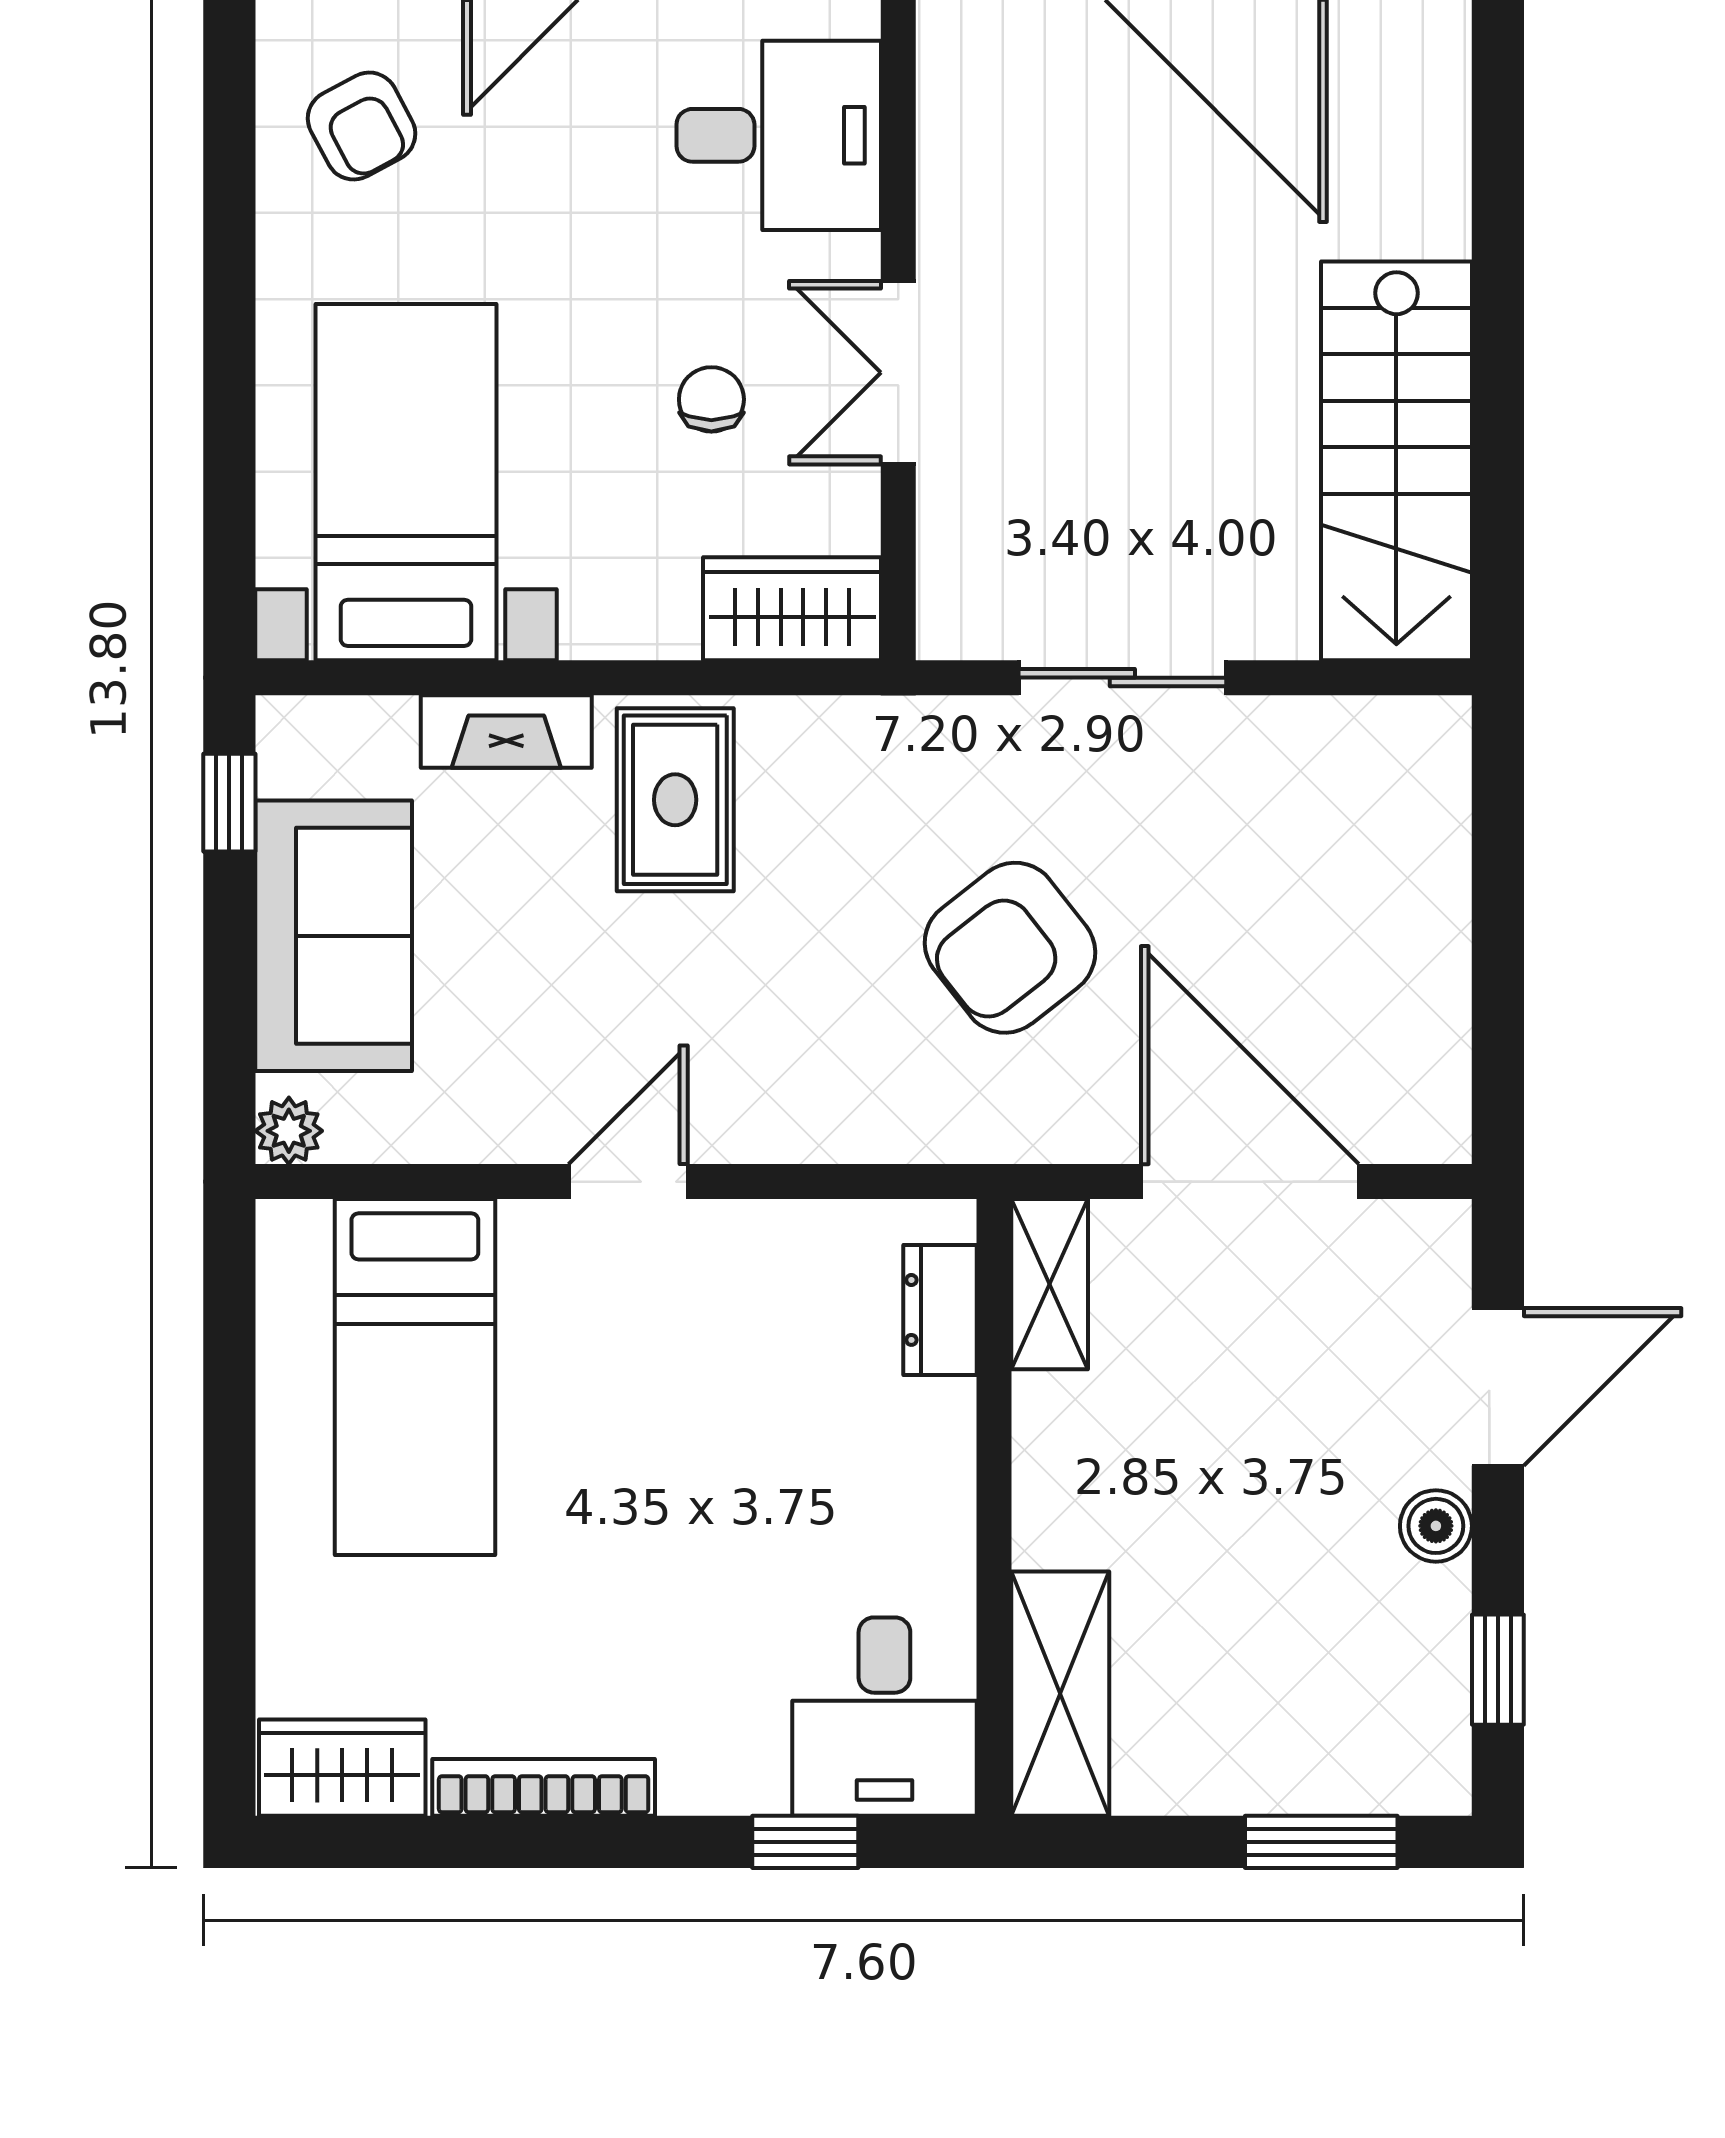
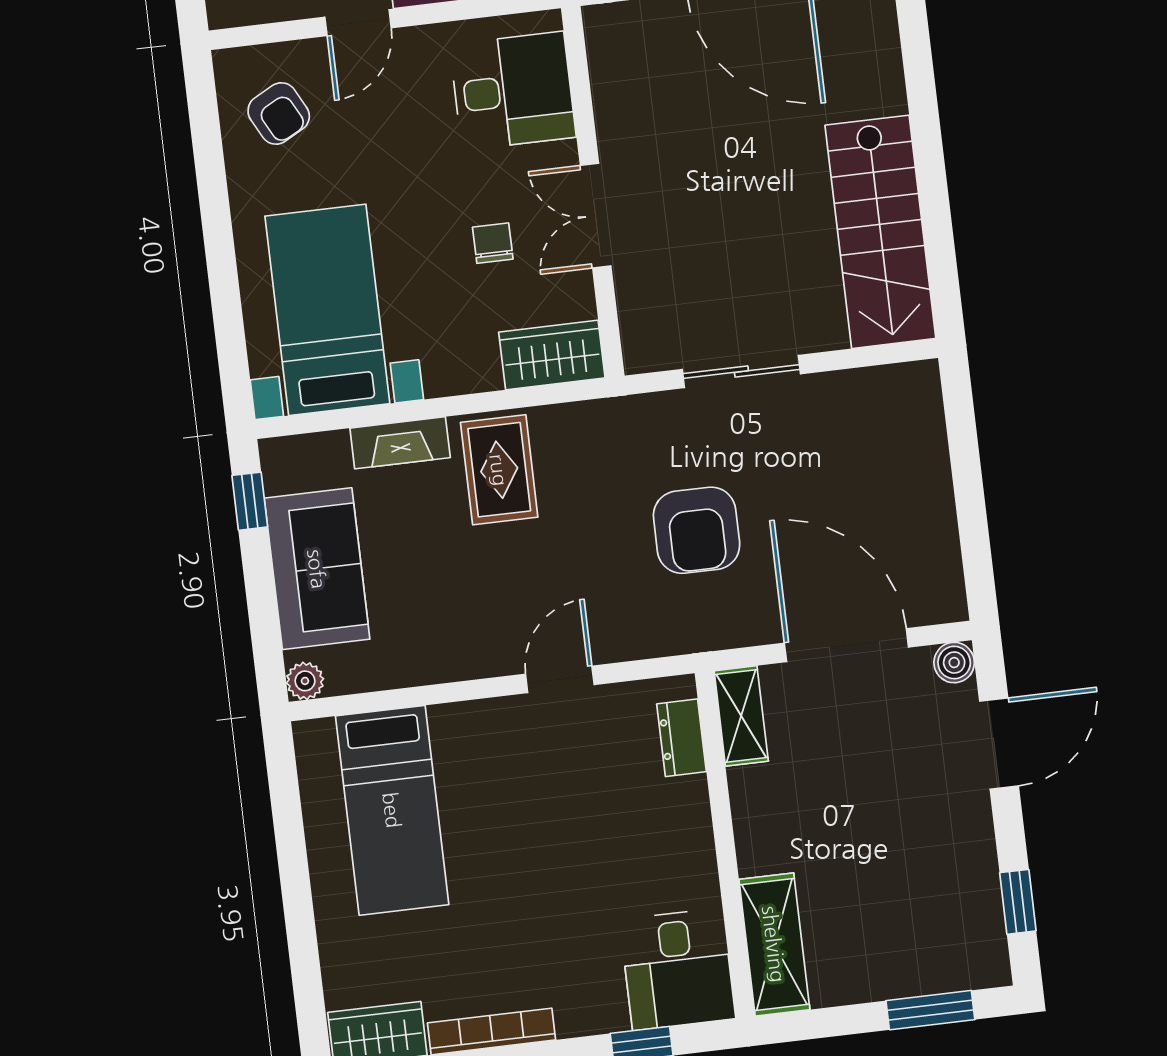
armchair: (1010, 948) -> (697, 530), turned -52
door: (628, 1182) -> (560, 679), moved
boiler: (1436, 1526) -> (954, 663), moved

